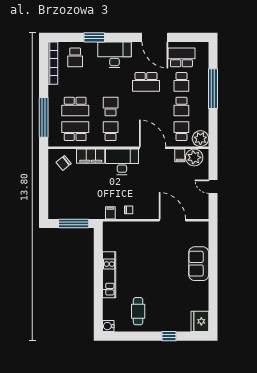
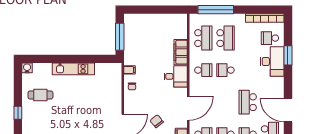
door: (155, 37) -> (288, 110), hinge flipped
desk: (114, 55) -> (272, 61), moved
school desk: (75, 107) -> (225, 38), turned 180
school desk: (111, 107) -> (225, 70), turned 180
desk: (122, 162) -> (176, 76), width x0.73
chair: (64, 163) -> (157, 121), moved
window: (169, 336) -> (18, 113), moved

